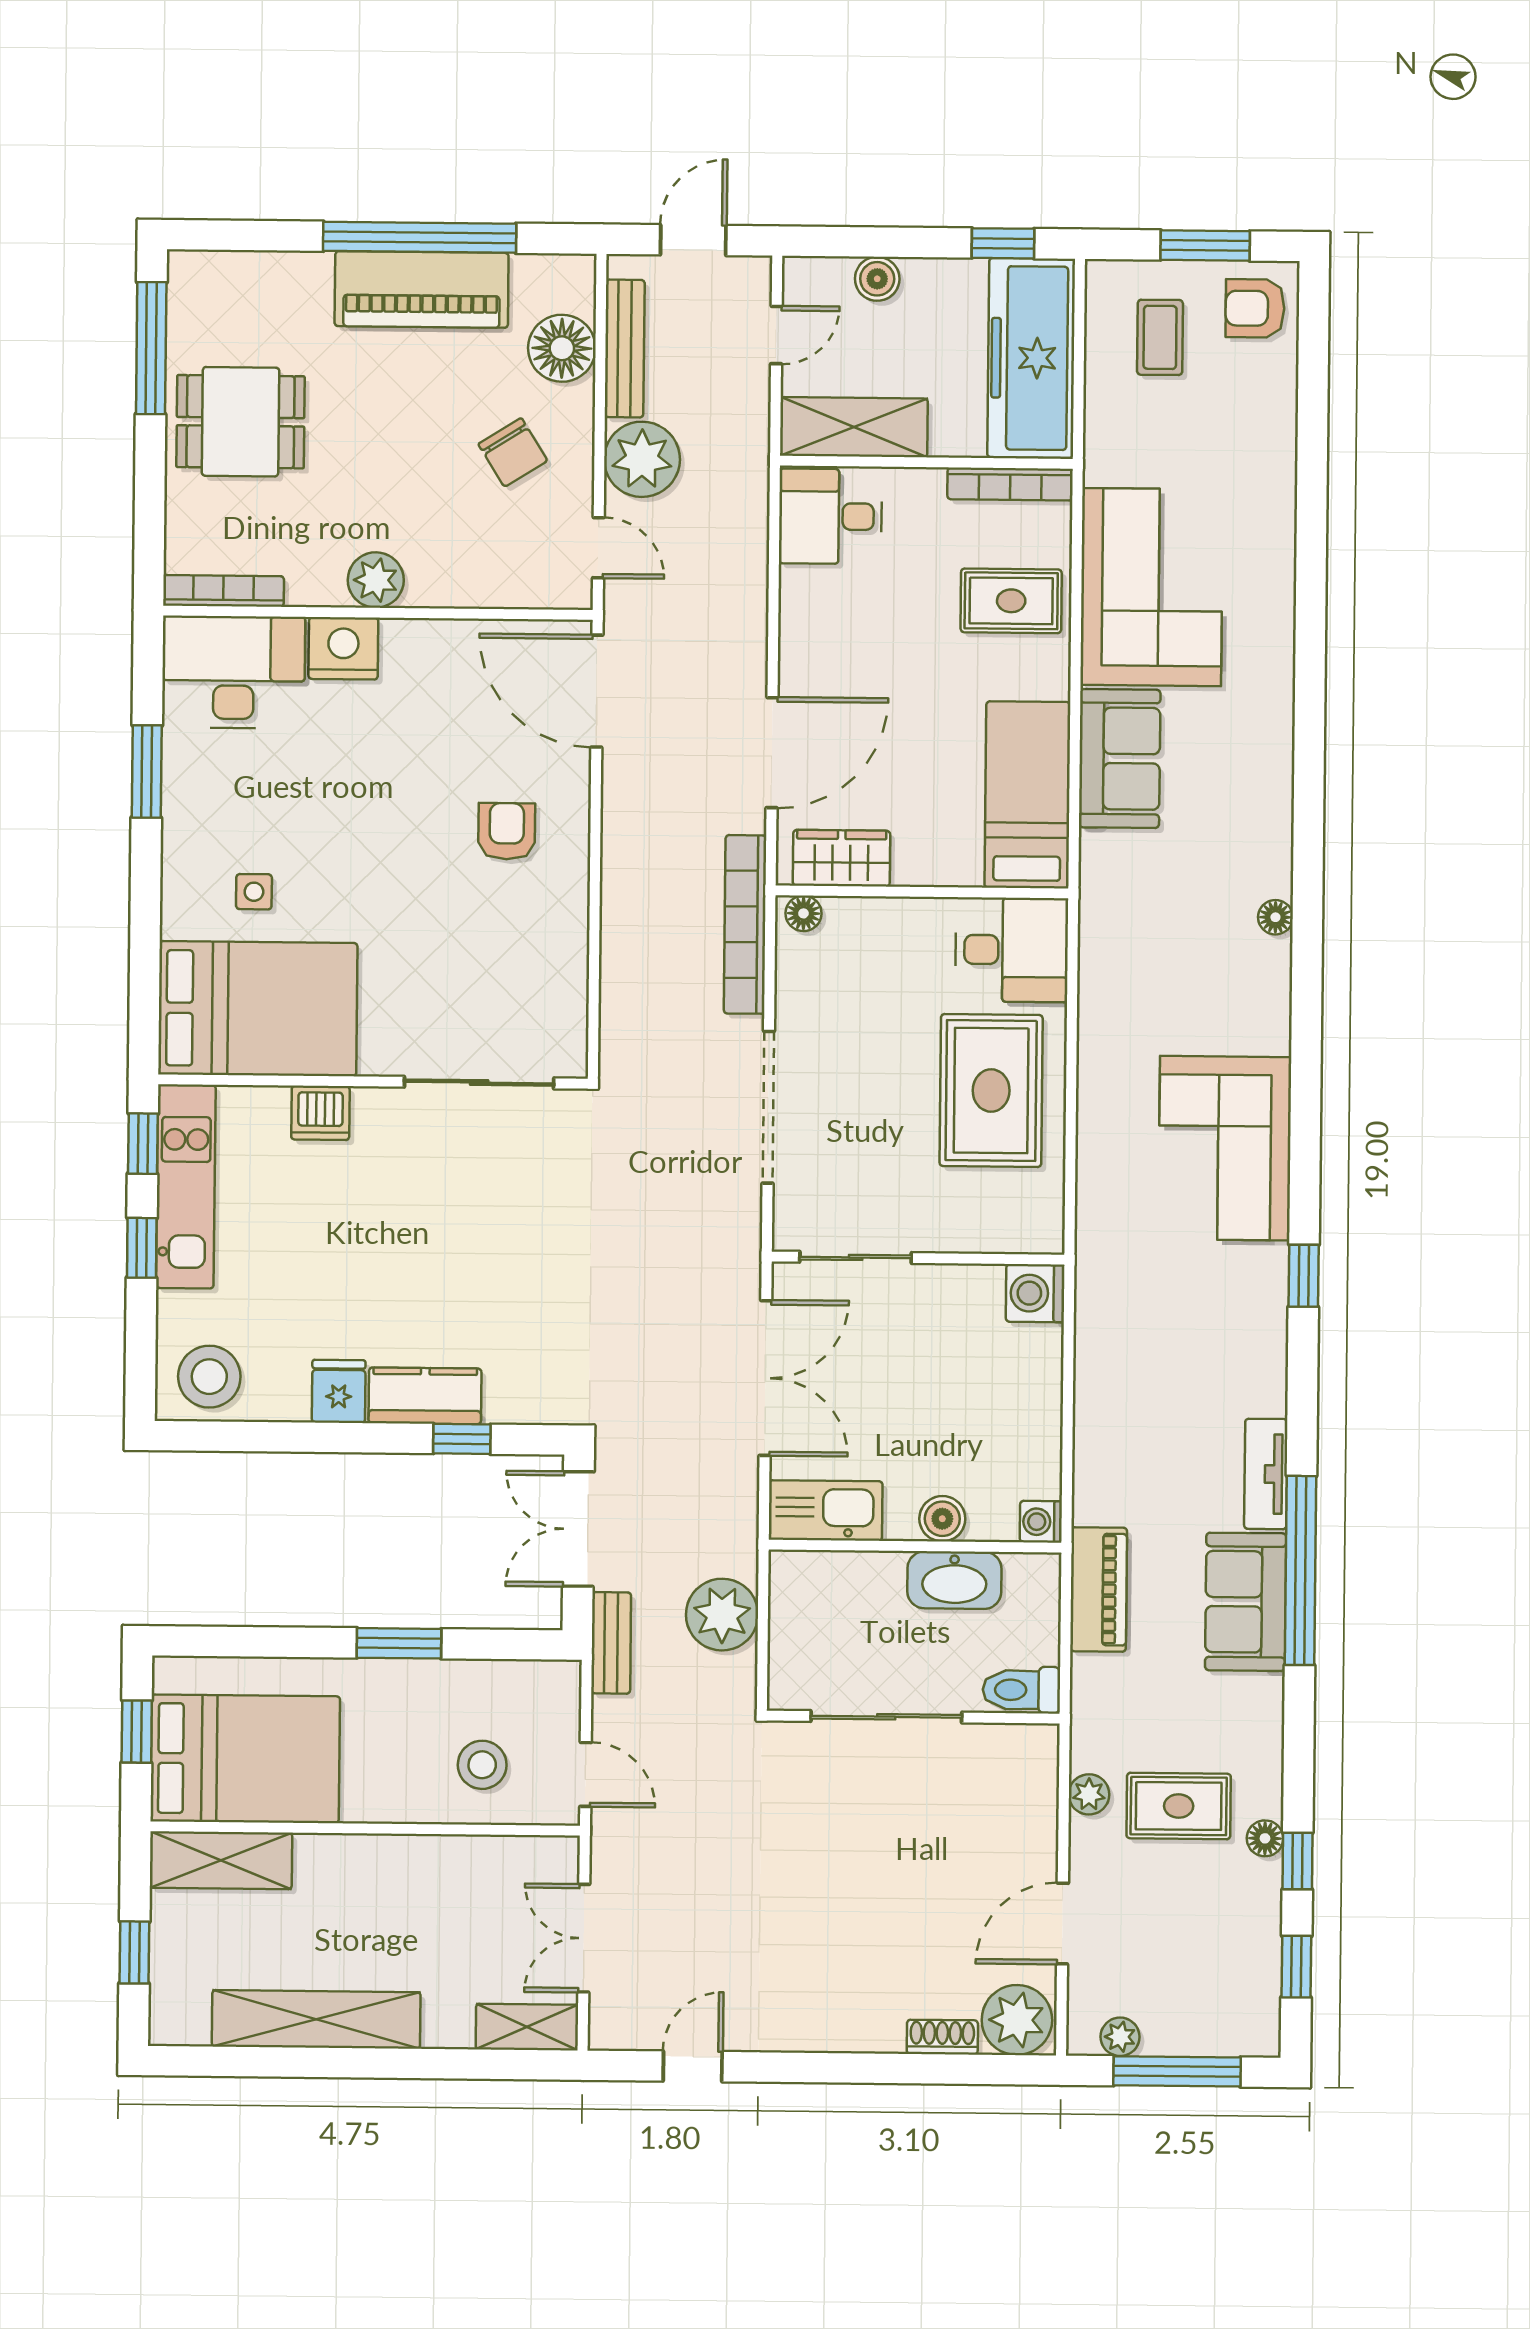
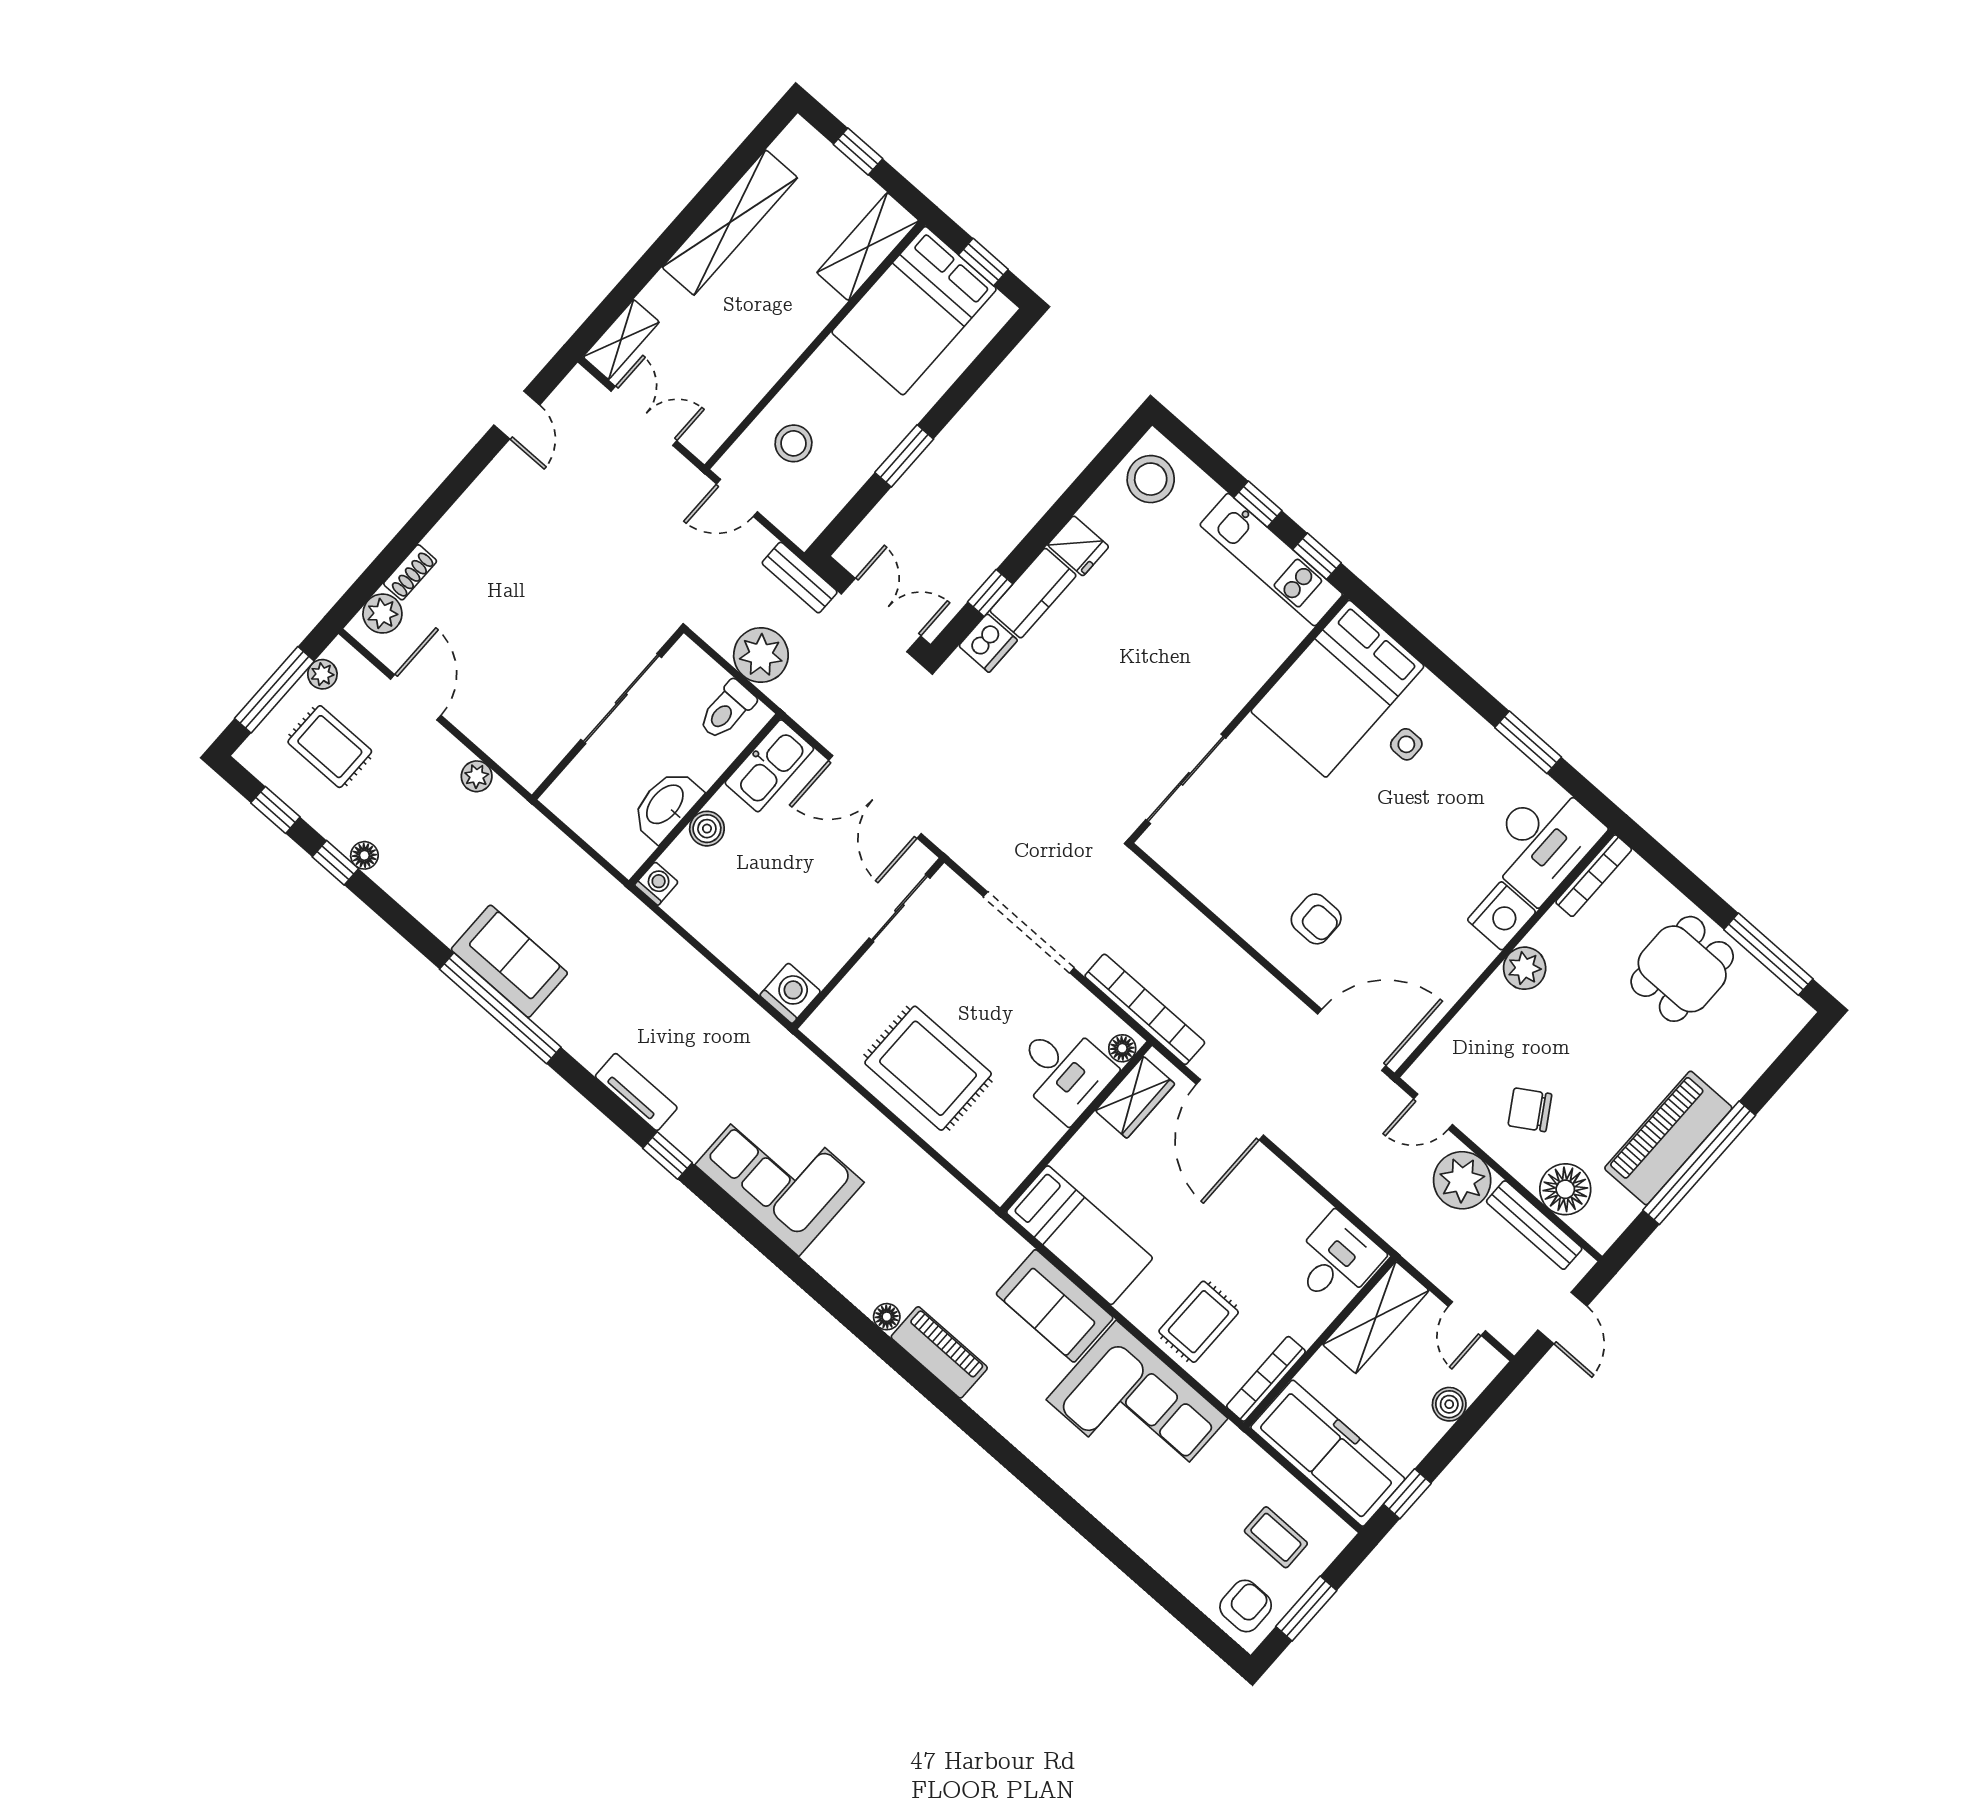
desk: (1012, 950) -> (1064, 1071), moved, turned -90
dishwasher: (320, 1113) -> (988, 643), moved, turned 180
tv unit: (1266, 1474) -> (636, 1092), moved
piano: (1099, 1589) -> (939, 1352), moved, turned 180
toilet: (1021, 1690) -> (727, 710), moved, turned 180
rug: (1179, 1806) -> (330, 747), moved, turned 90
plant: (1017, 2020) -> (382, 614), width x0.73, depth x0.73

